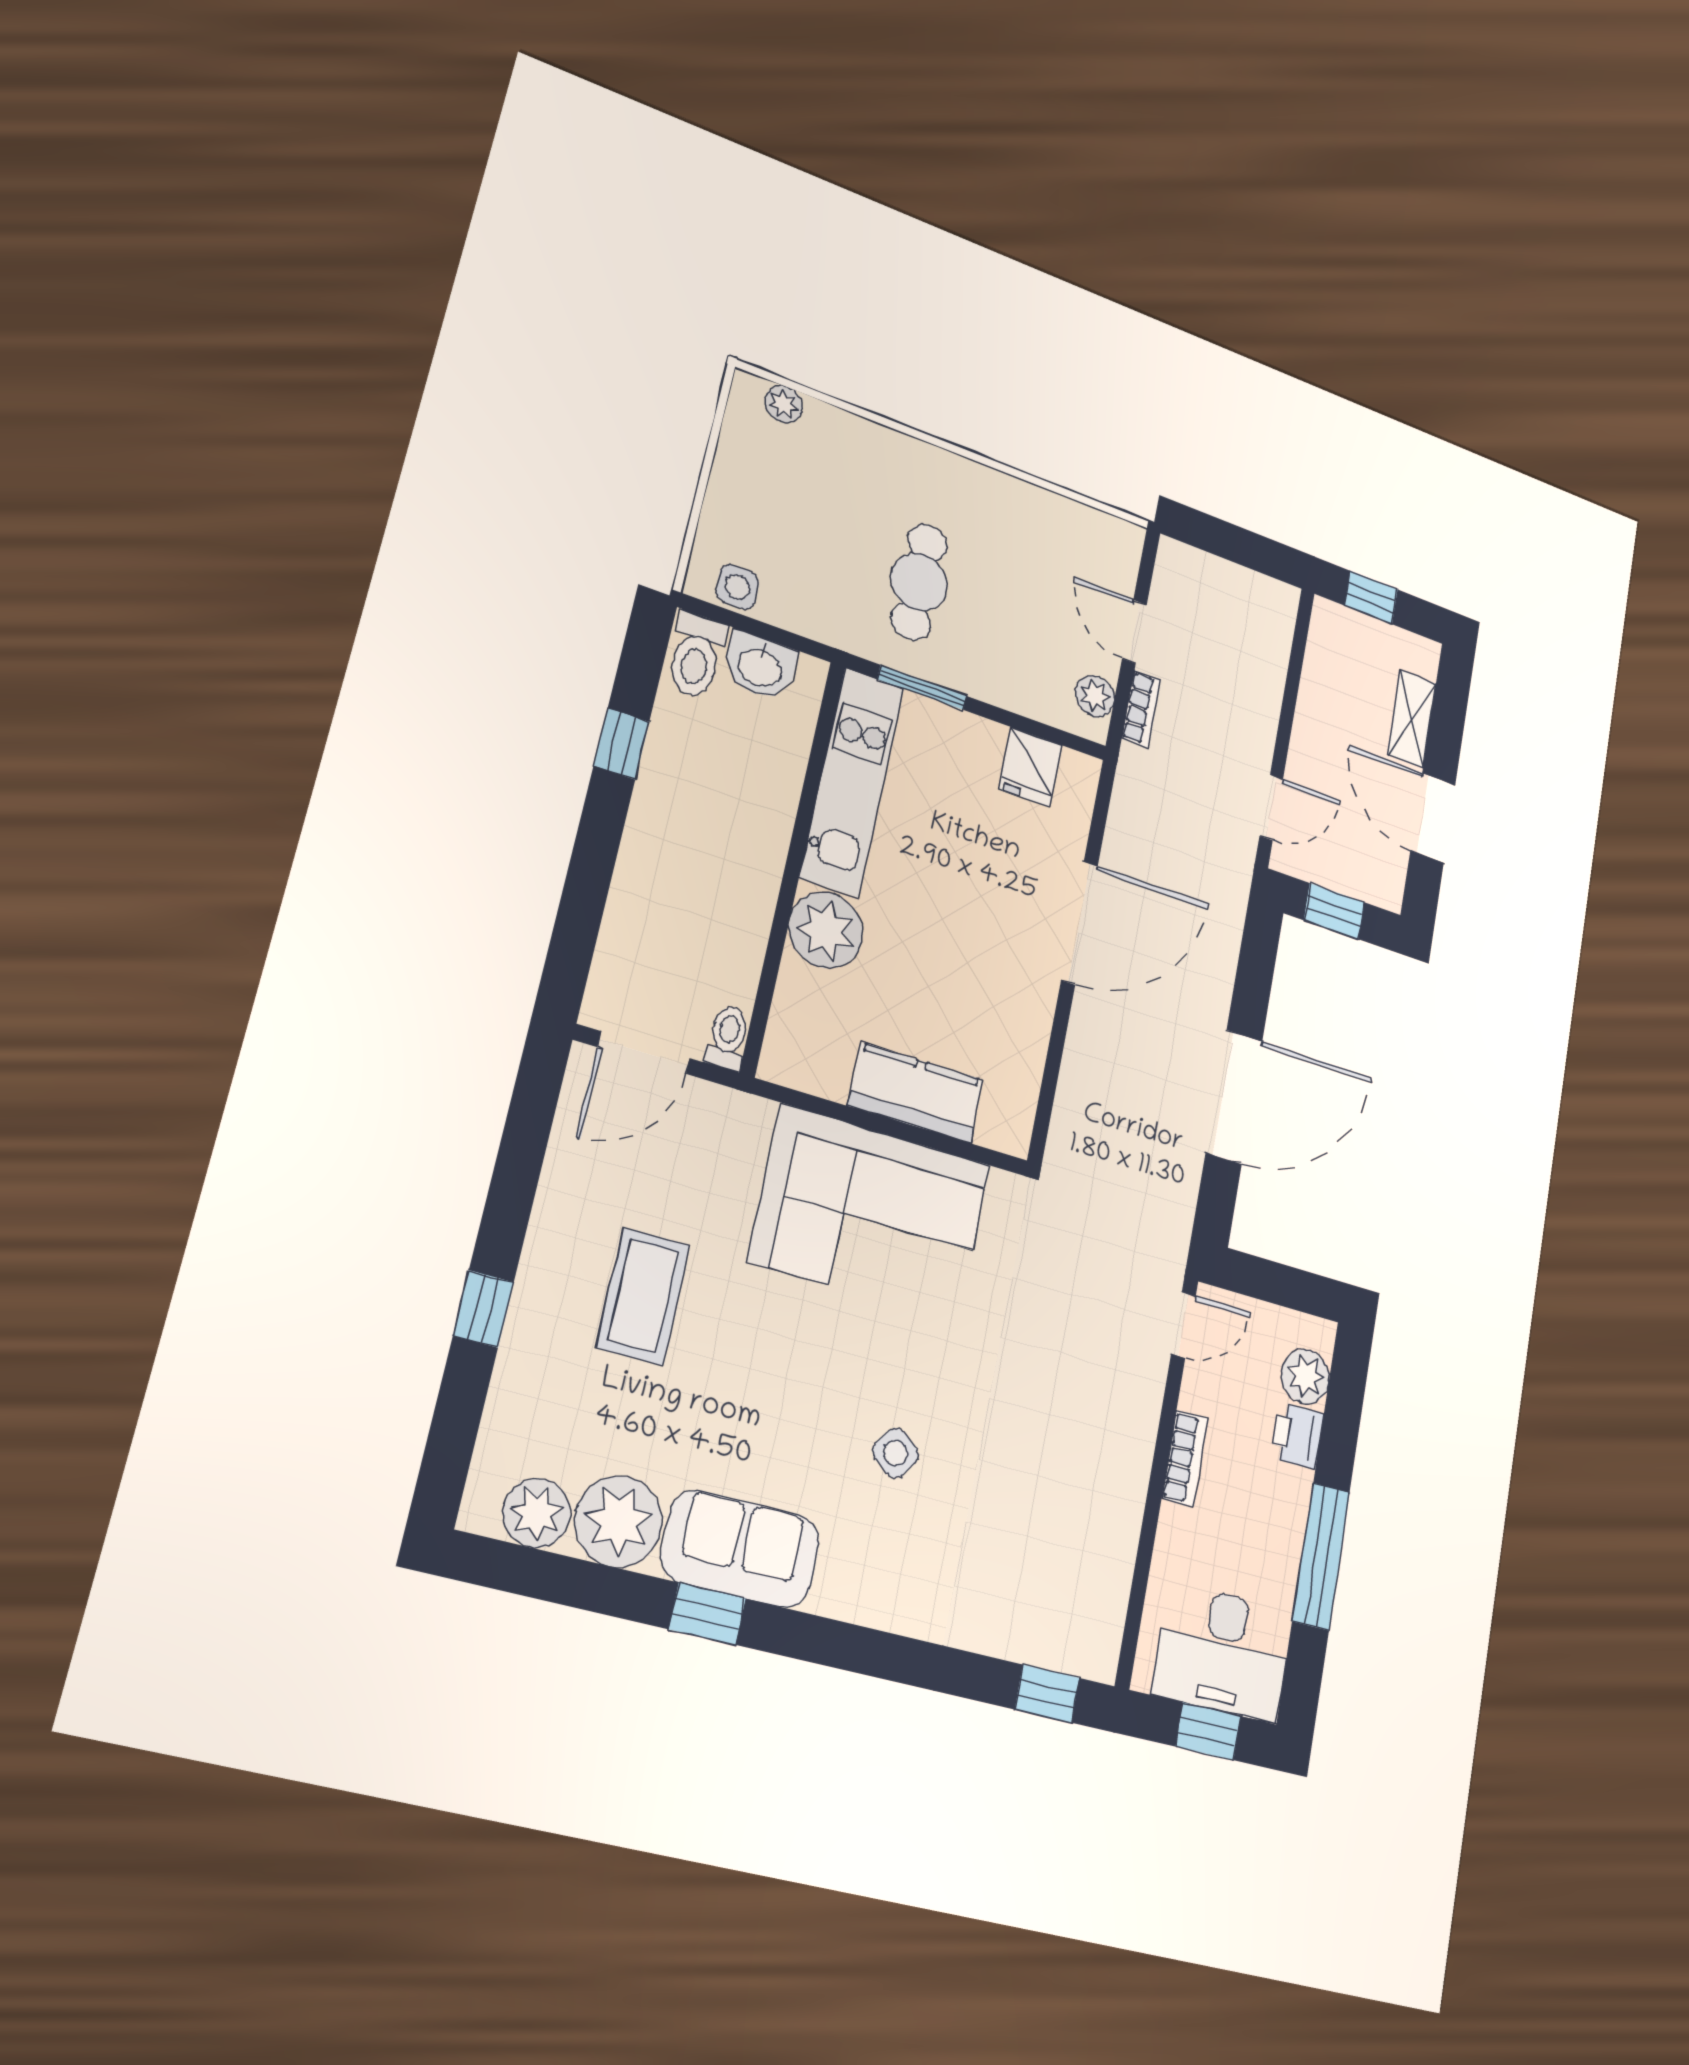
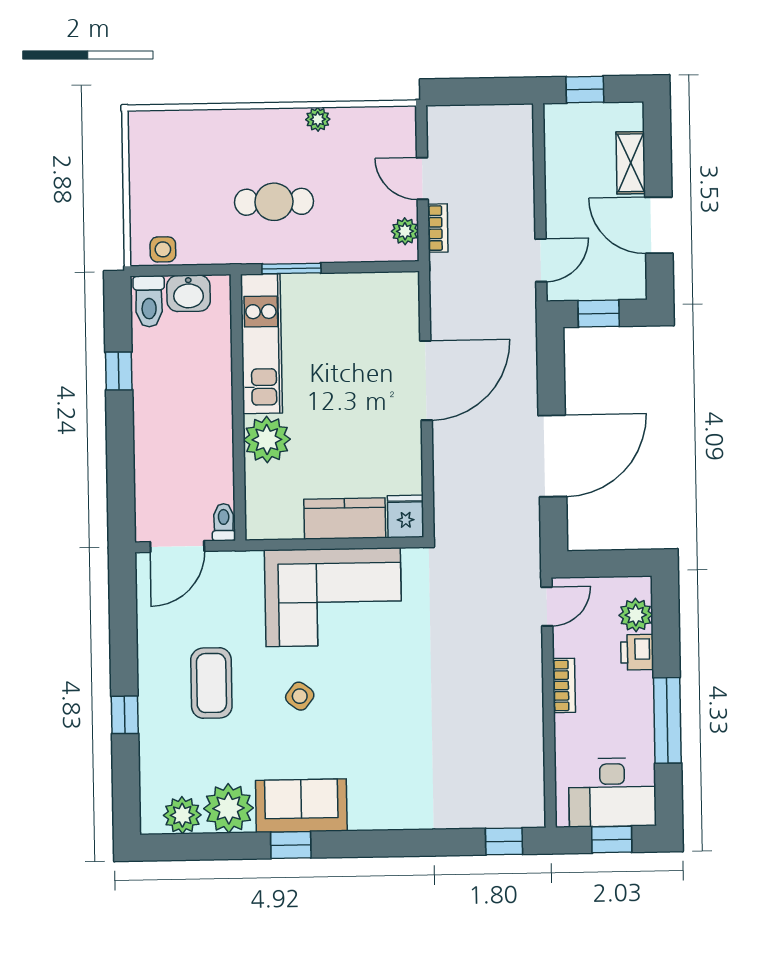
plant: (783, 404) -> (318, 119), moved
cafe table: (919, 582) -> (274, 202), turned 90
fridge: (1030, 767) -> (406, 516), moved, turned 180
side table: (896, 1453) -> (300, 696), moved

